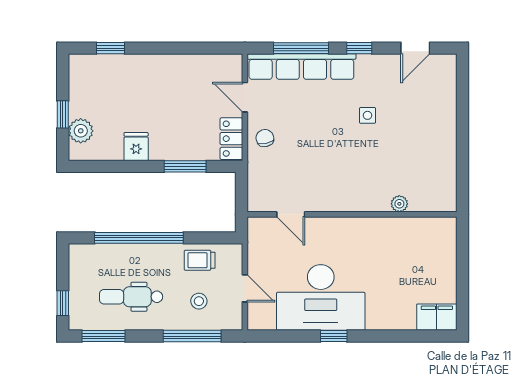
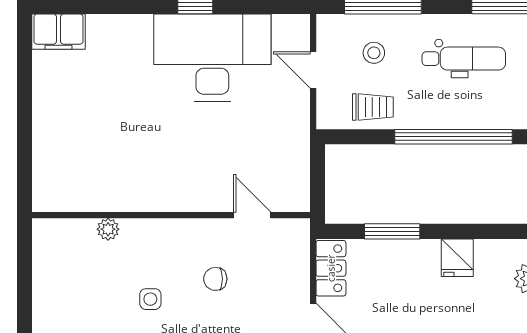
chair: (265, 138) -> (215, 279), moved, turned 102
plant: (399, 204) -> (108, 229), moved
door: (291, 214) -> (252, 215), moved
wall: (352, 214) -> (171, 215), moved

